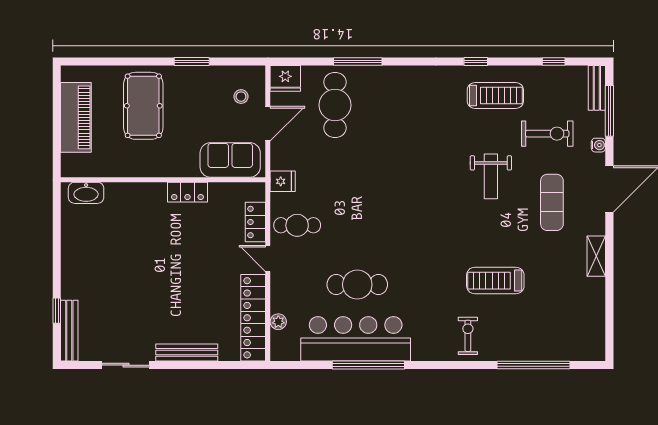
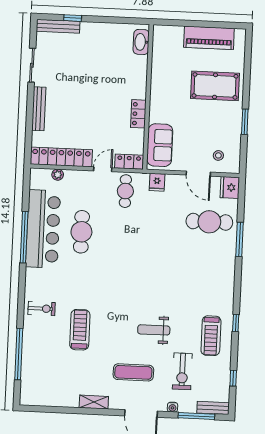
sofa: (230, 160) -> (160, 145), moved
wall: (163, 180) -> (148, 97), moved
locker: (187, 192) -> (138, 114), moved
washbasin: (86, 193) -> (141, 42), moved

